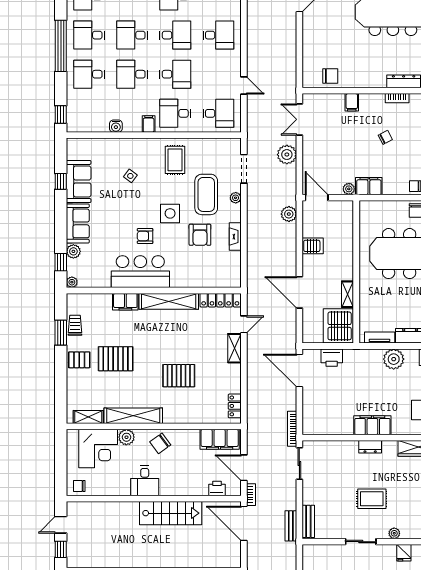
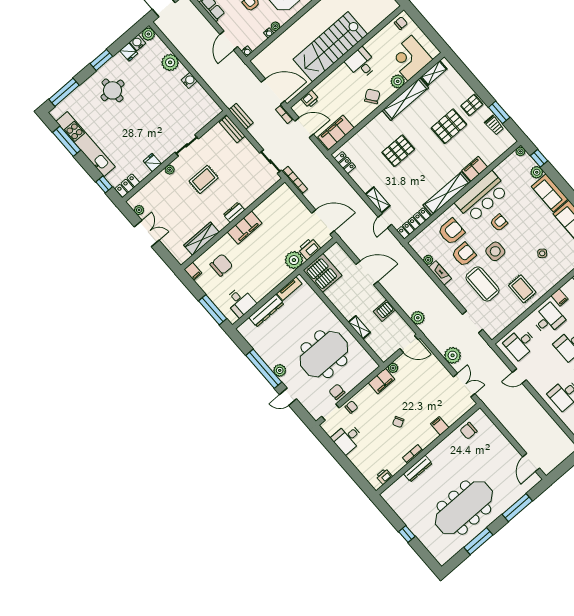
plant: (236, 198) -> (428, 260), moved
armchair: (200, 235) -> (464, 254), turned 90
armchair: (194, 264) -> (451, 232), added
shelving: (348, 294) -> (359, 327), moved
plant: (394, 359) -> (294, 260), moved
stairs: (171, 513) -> (330, 47), width x1.36, depth x1.51

